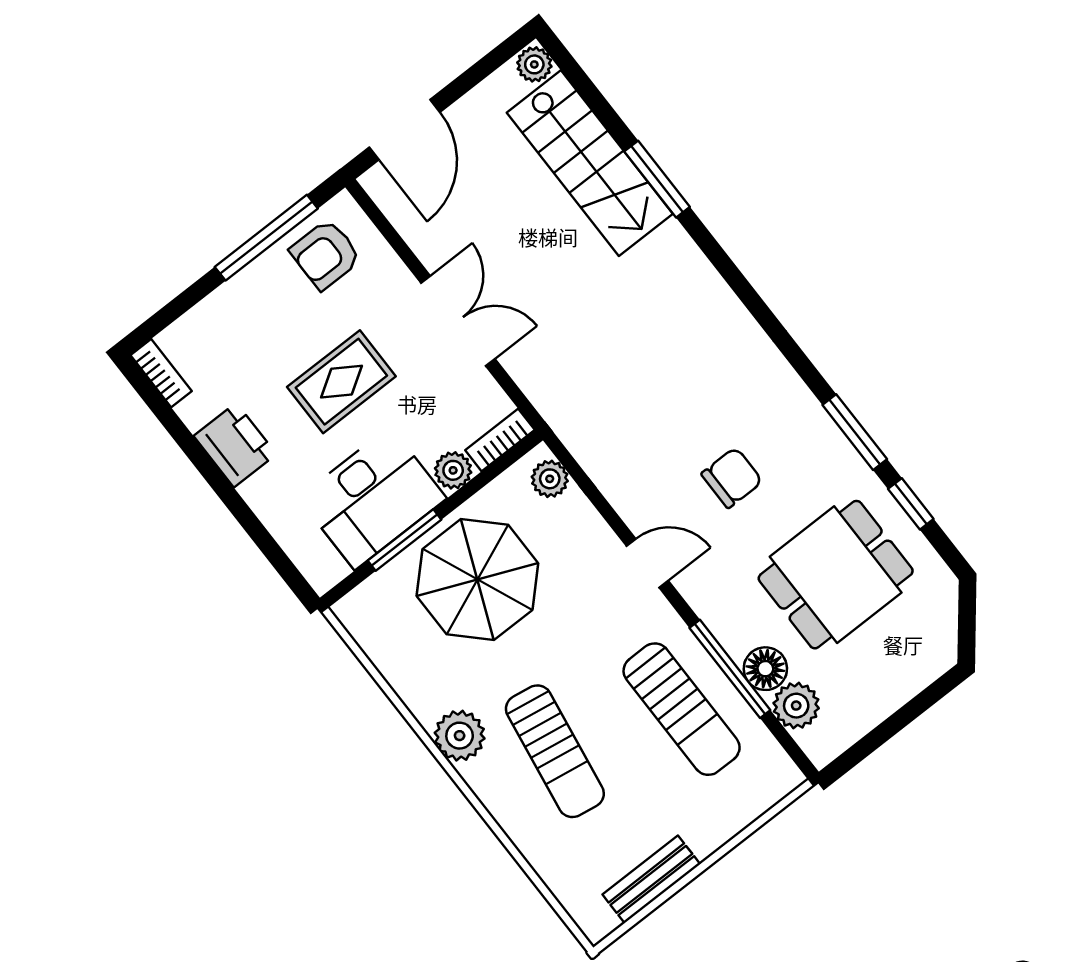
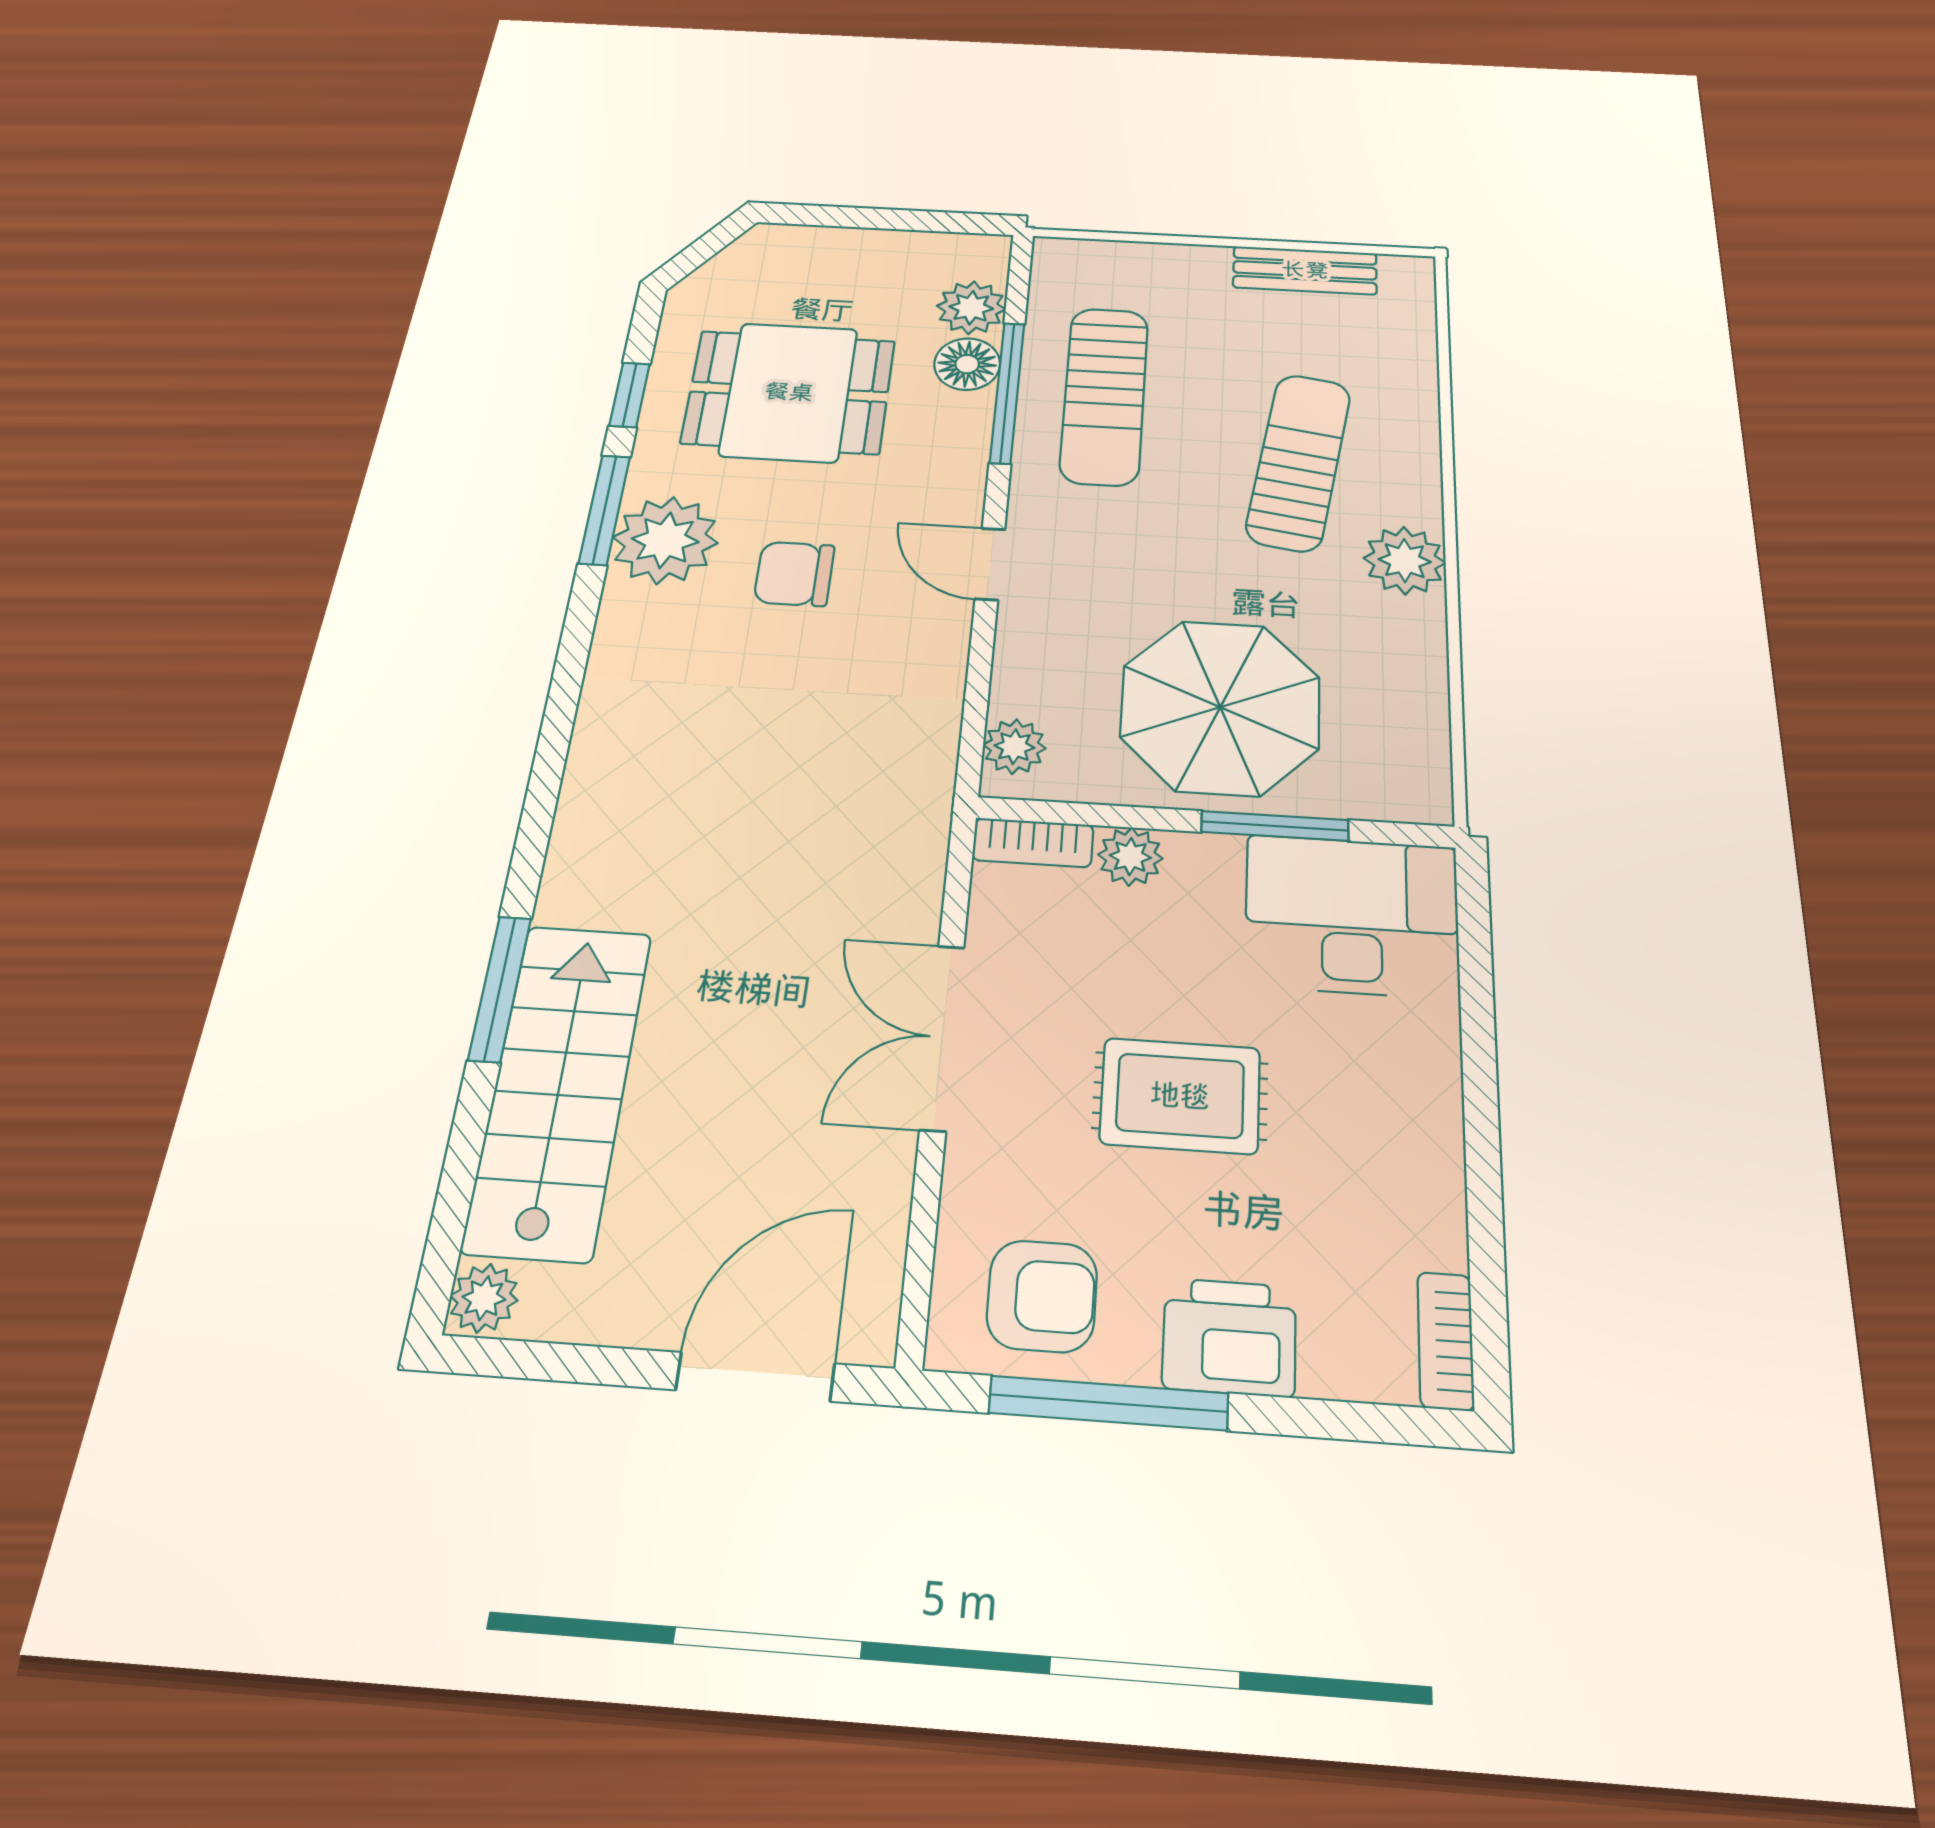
plant: (809, 442) -> (665, 540), added
printer: (235, 445) -> (1229, 1337), moved, turned 90
desk: (372, 498) -> (1352, 916), moved
sun lounger: (682, 709) -> (1104, 395), turned 180

